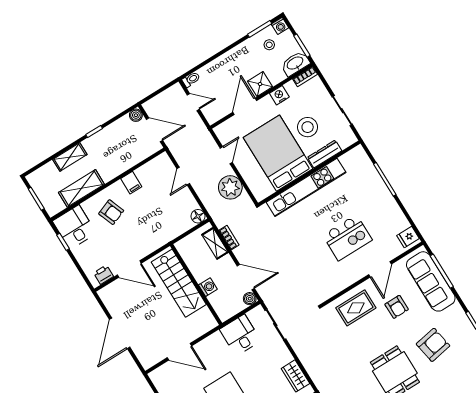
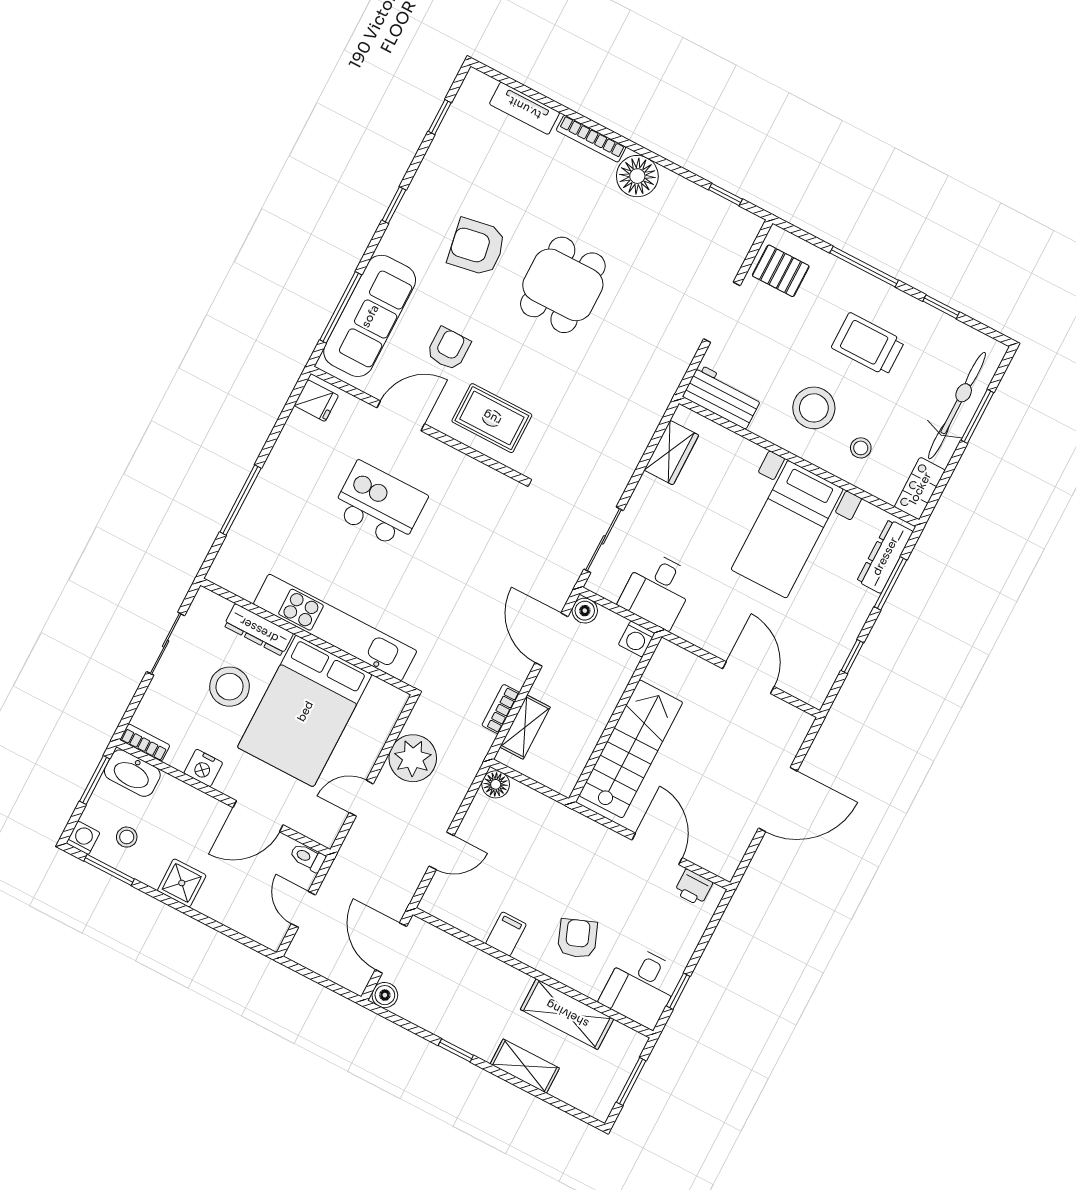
toilet: (191, 79) -> (308, 858), moved
shower: (260, 84) -> (182, 883), moved
washing machine: (208, 287) -> (637, 639), moved, turned -90

